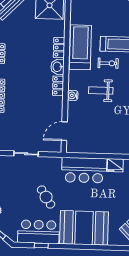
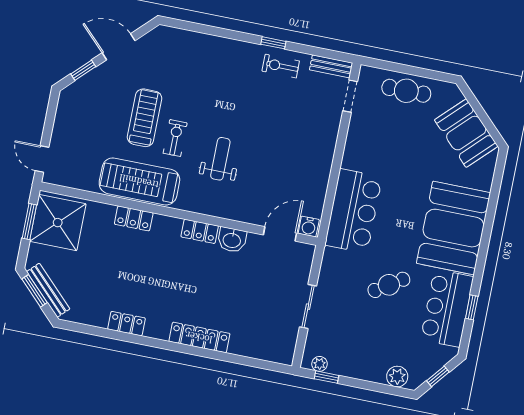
washbasin: (57, 67) -> (232, 240), moved
weight bench: (101, 91) -> (220, 159), turned 180
water cooler: (73, 95) -> (309, 226), moved
door: (64, 131) -> (280, 234), swing flipped
fridge: (115, 165) -> (354, 155), removed

